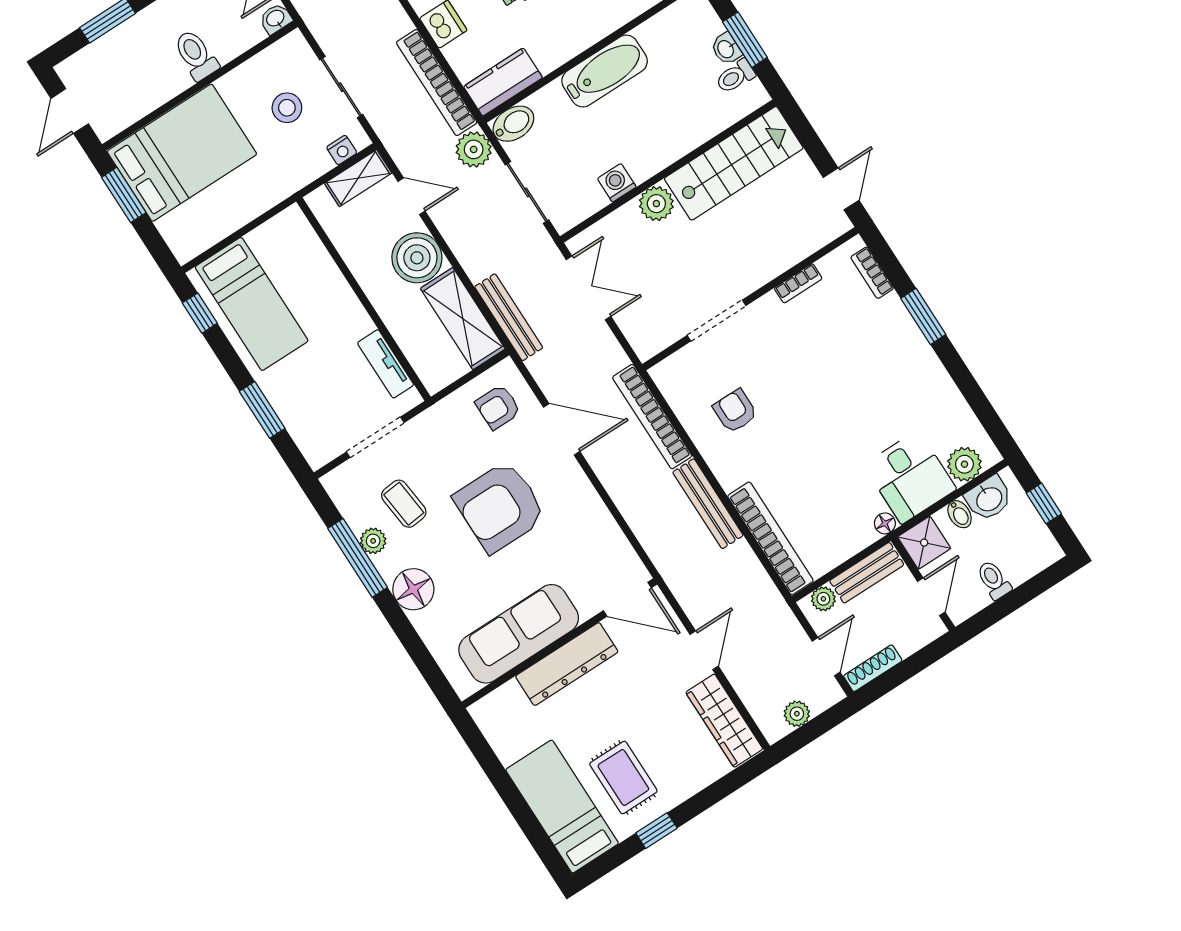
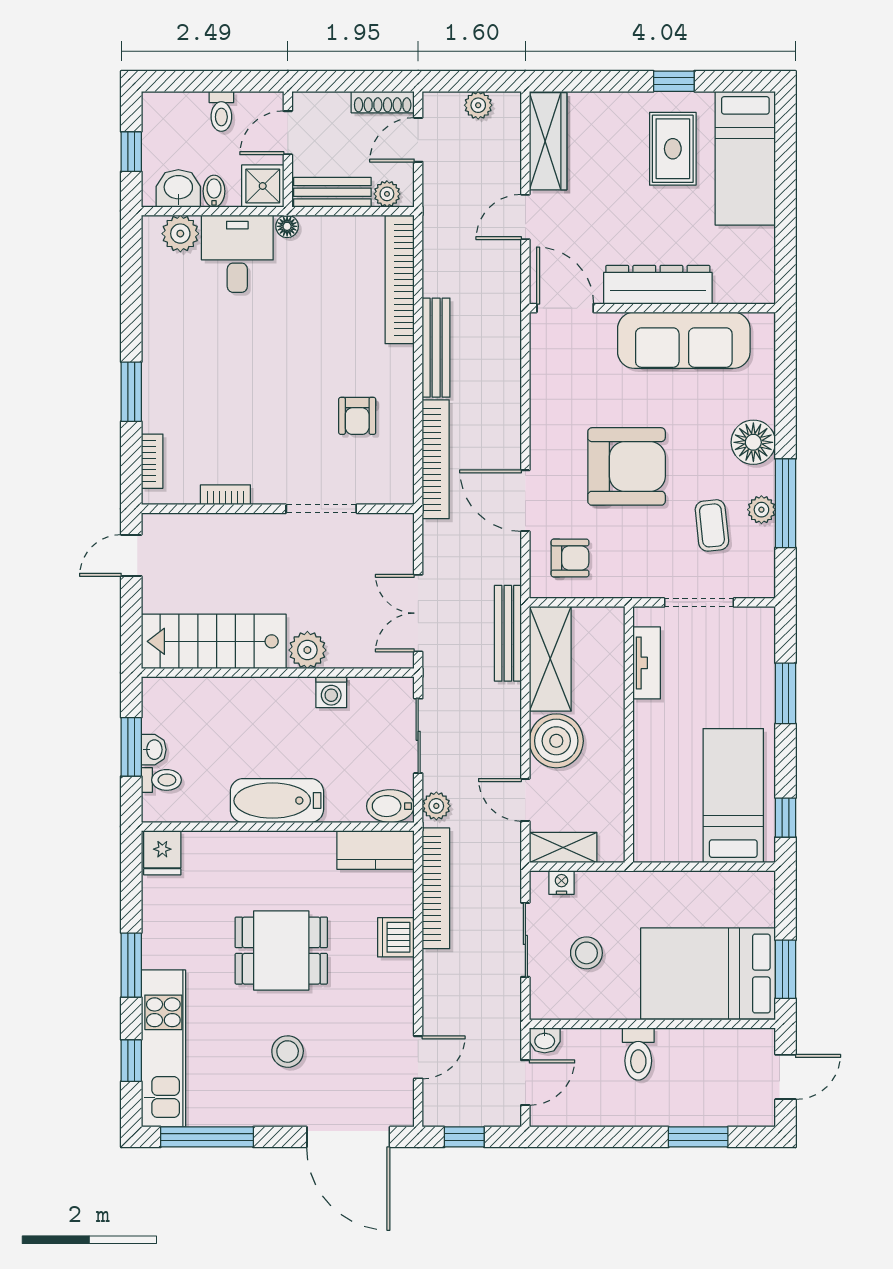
toilet: (735, 76) -> (161, 780), moved
plant: (474, 149) -> (436, 806), width x0.73, depth x0.73

